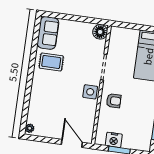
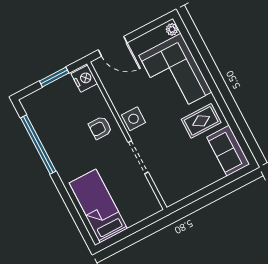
floor lamp: (100, 32) -> (171, 194), removed
corner sofa: (47, 101) -> (175, 74), added
nightstand: (114, 140) -> (84, 79), moved, turned 90

